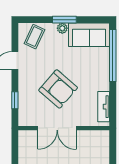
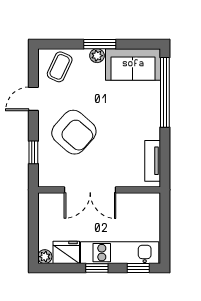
armchair: (58, 89) -> (74, 132), moved

